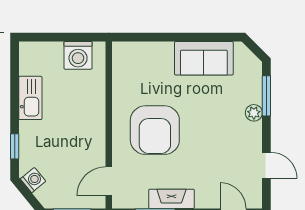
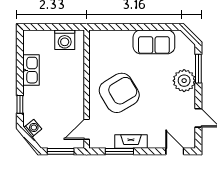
plant: (254, 113) -> (184, 81), width x1.87, depth x1.87
armchair: (155, 130) -> (119, 93), turned -121

